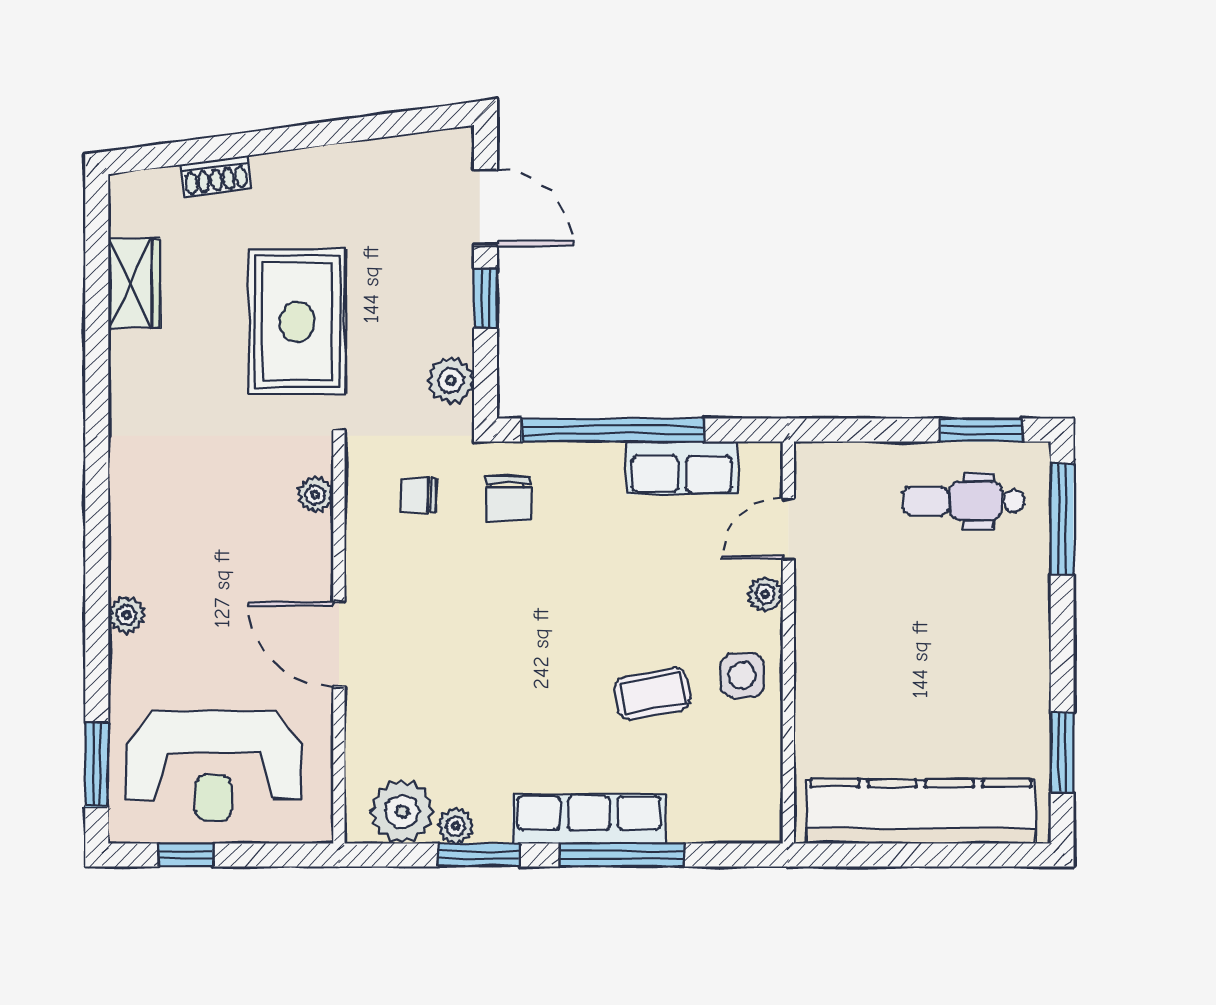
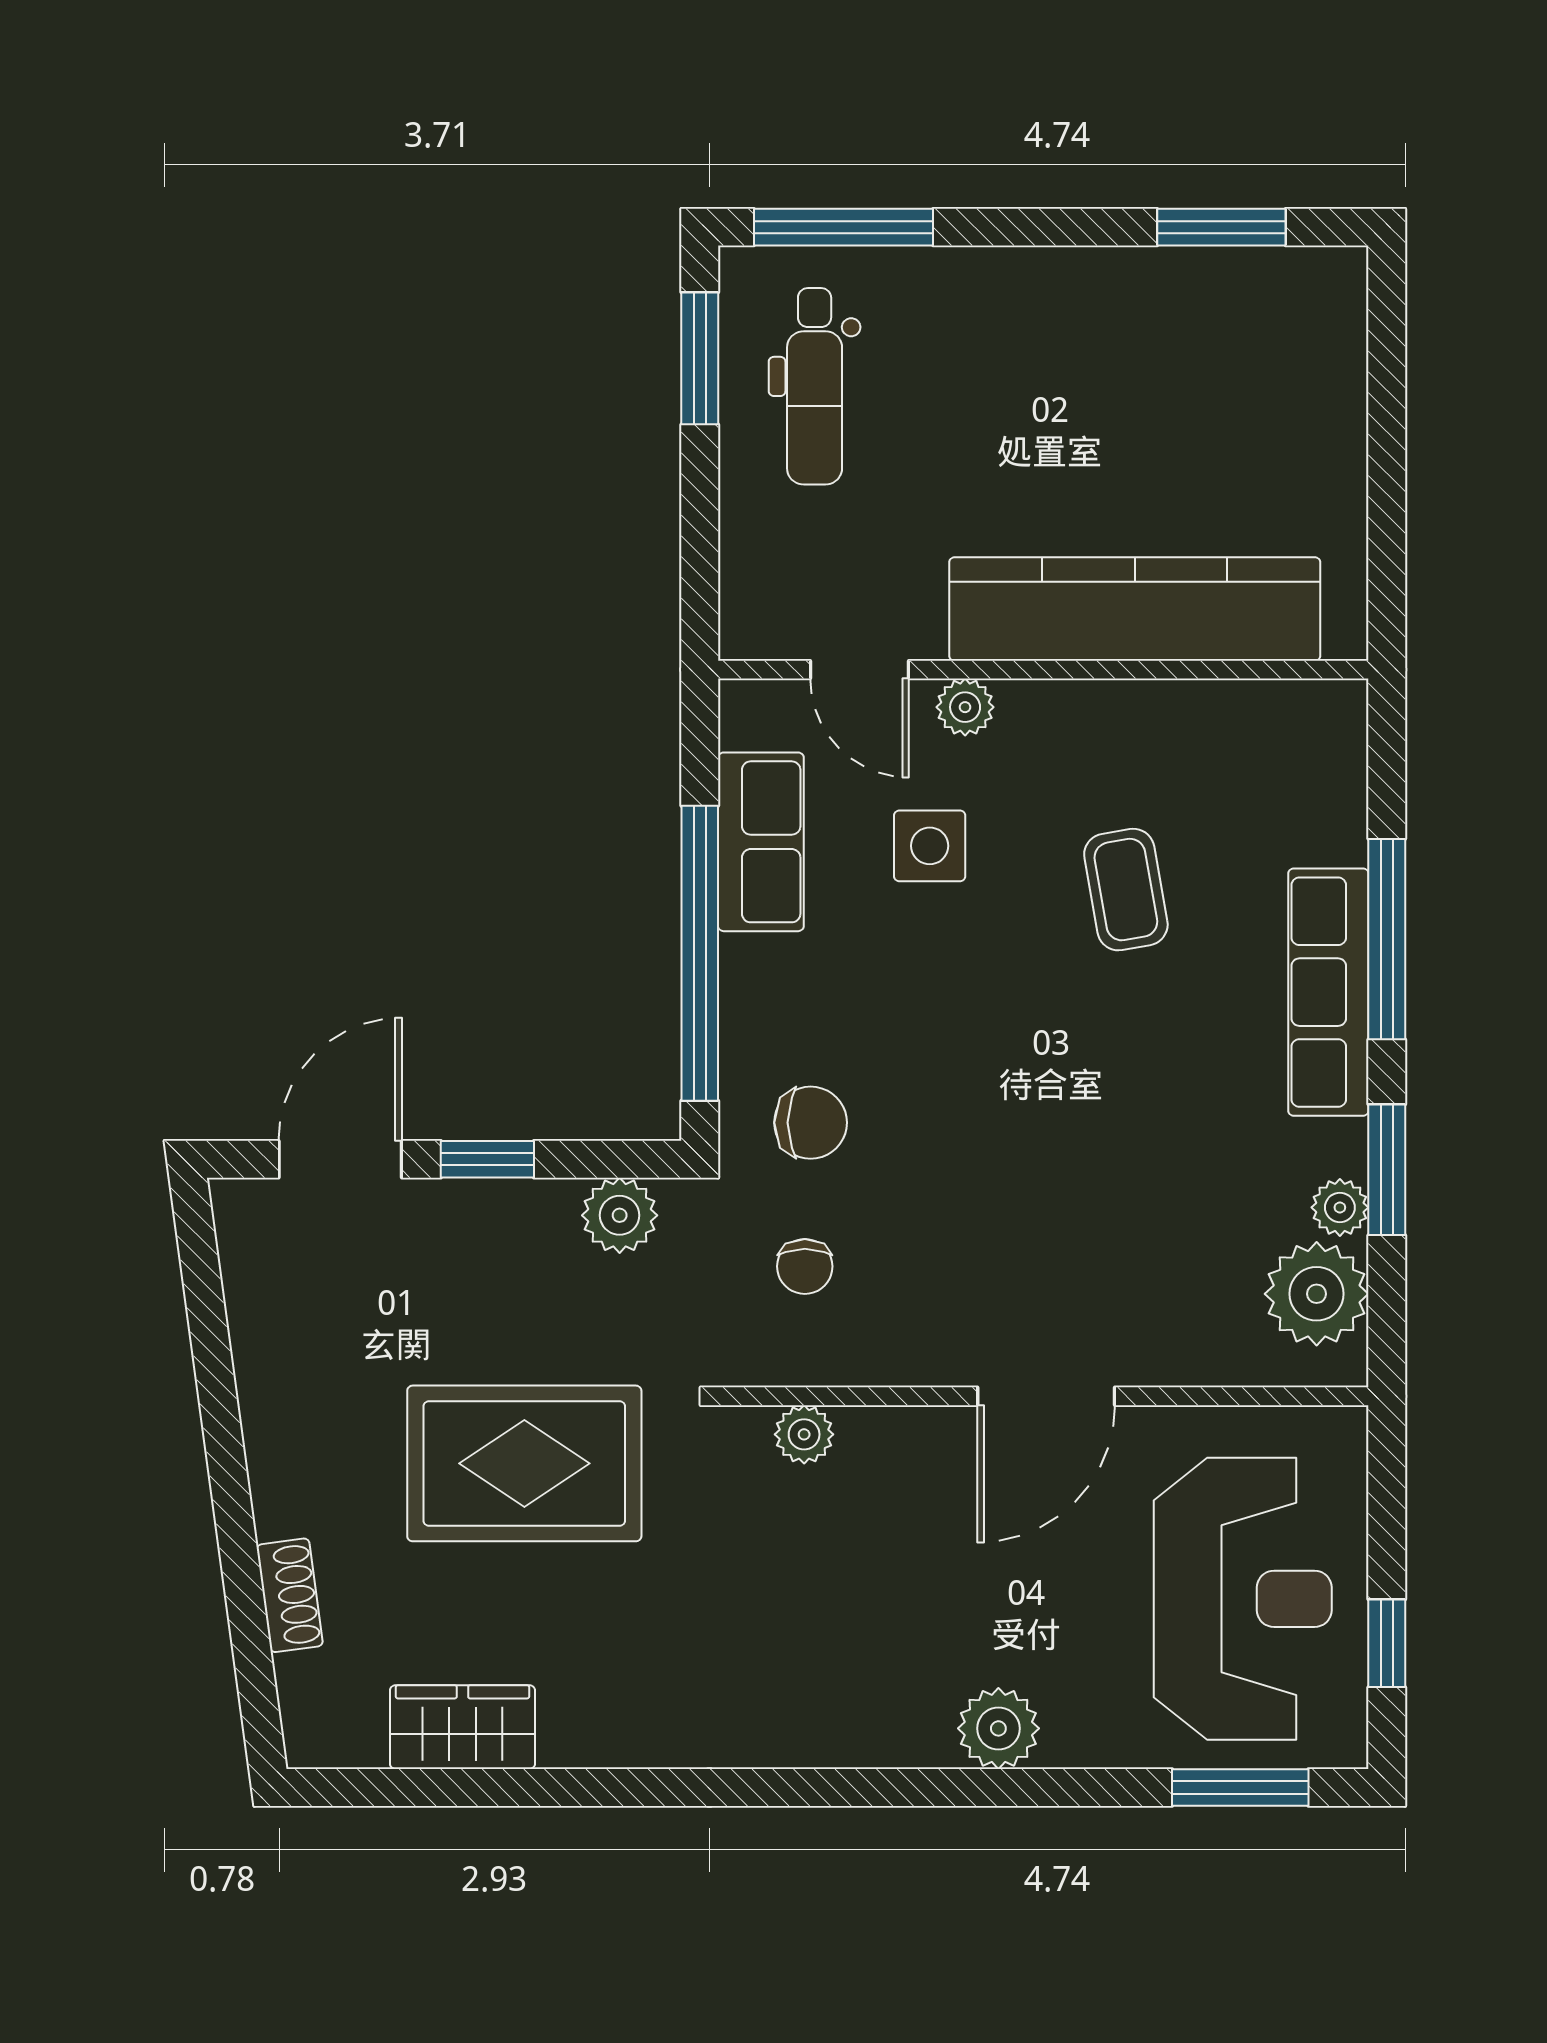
plant: (126, 615) -> (998, 1728), width x1.38, depth x1.38
side table: (742, 675) -> (930, 846), moved
kitchen counter: (921, 812) -> (1135, 609), moved, turned 90

